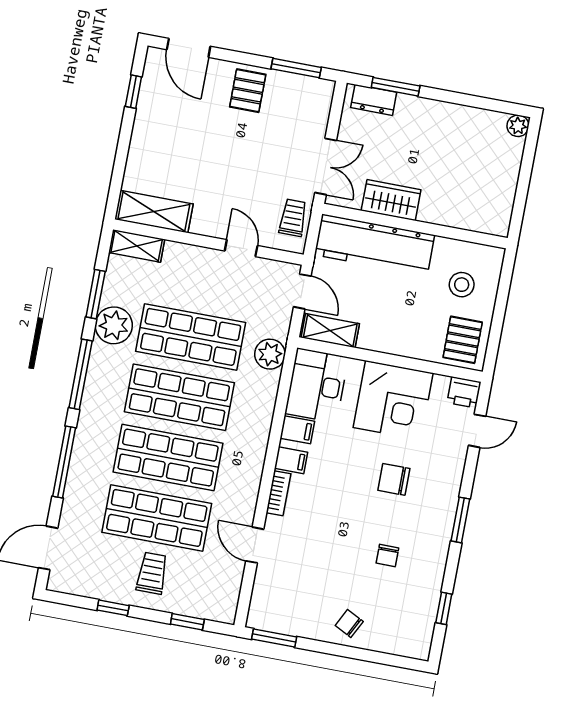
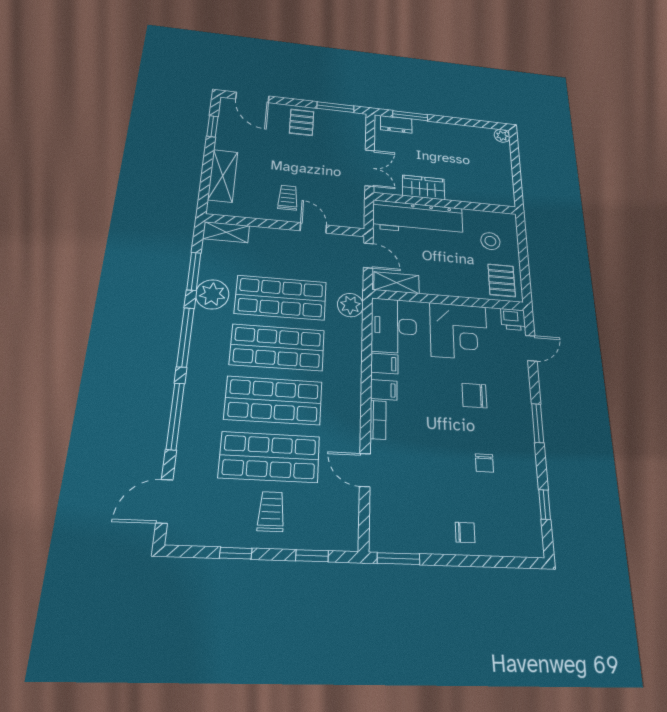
shelving: (154, 212) -> (223, 176), moved, turned 90
trolley: (293, 218) -> (288, 198), moved
chair: (349, 623) -> (465, 532), turned 153

